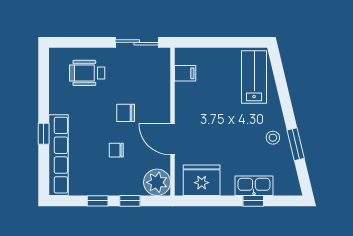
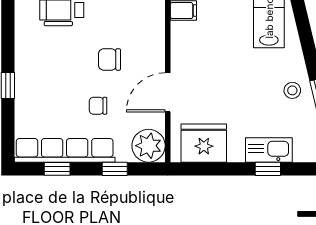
door: (172, 139) -> (168, 92), hinge flipped
row of seats: (59, 155) -> (65, 150), moved, turned -90
window: (98, 201) -> (57, 169), moved

